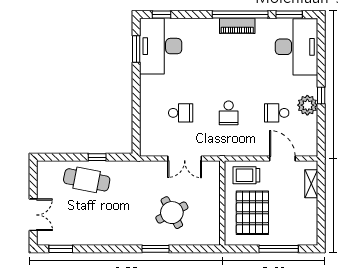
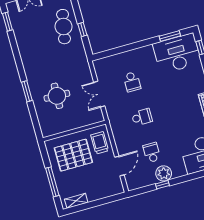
window: (321, 95) -> (162, 185), moved
school desk: (229, 113) -> (142, 117), turned 180
shelving: (311, 184) -> (76, 201), moved
round table: (172, 213) -> (57, 96), turned 30

